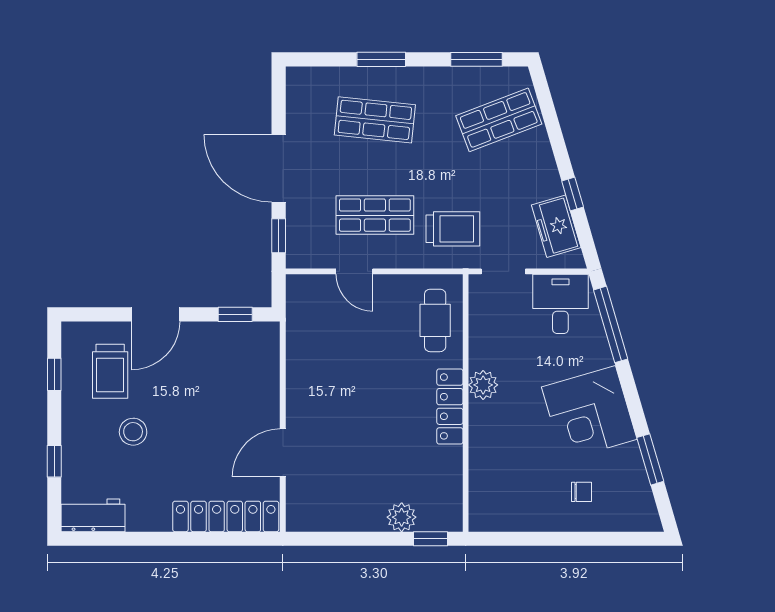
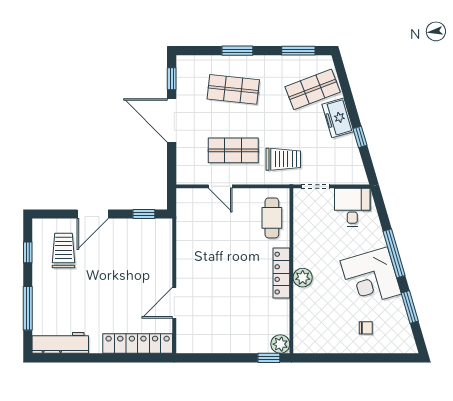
freezer: (556, 226) -> (338, 118), moved
window: (279, 236) -> (172, 79), moved
window: (611, 324) -> (394, 253), moved
trolley: (110, 371) -> (64, 250), turned 180
plant: (483, 385) -> (303, 278), moved
stool: (133, 432) -> (78, 289), removed
window: (54, 461) -> (28, 308), width x2.17
workbench: (93, 515) -> (60, 343), width x1.38
plant: (402, 517) -> (280, 344), moved

